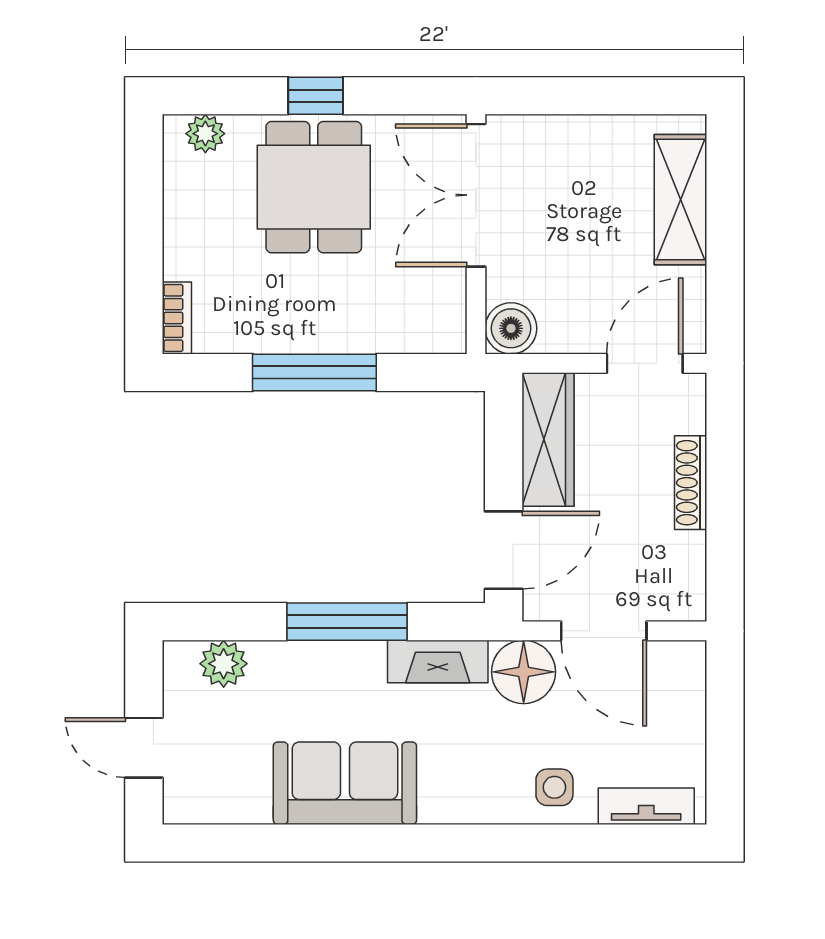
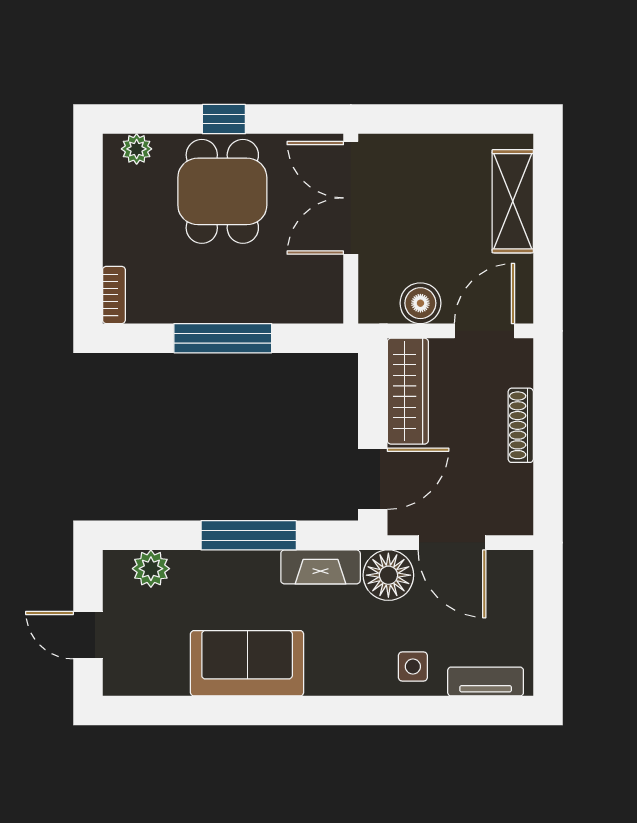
boiler: (511, 328) -> (420, 303), moved

